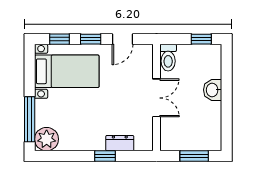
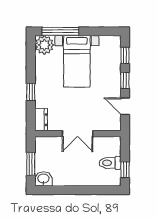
toilet: (168, 58) -> (110, 163), moved
bed with nightstands: (67, 71) -> (77, 61), moved
washbasin: (213, 90) -> (43, 179), moved
dresser: (120, 143) -> (41, 120), moved

